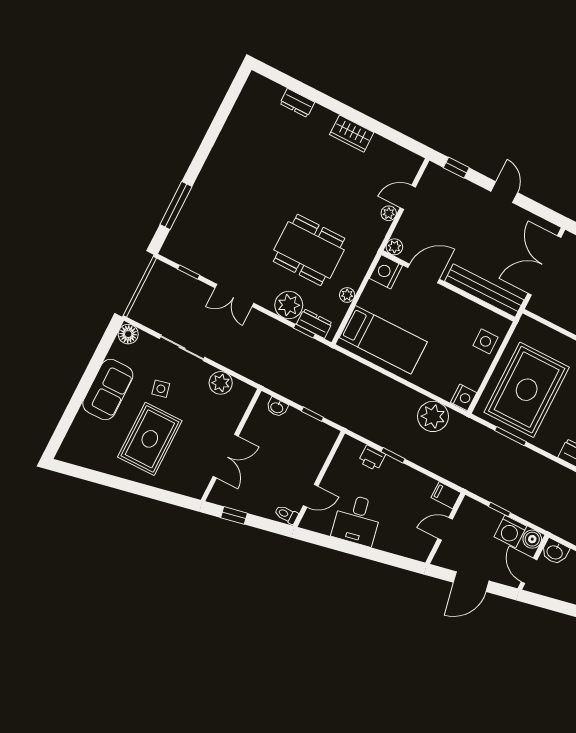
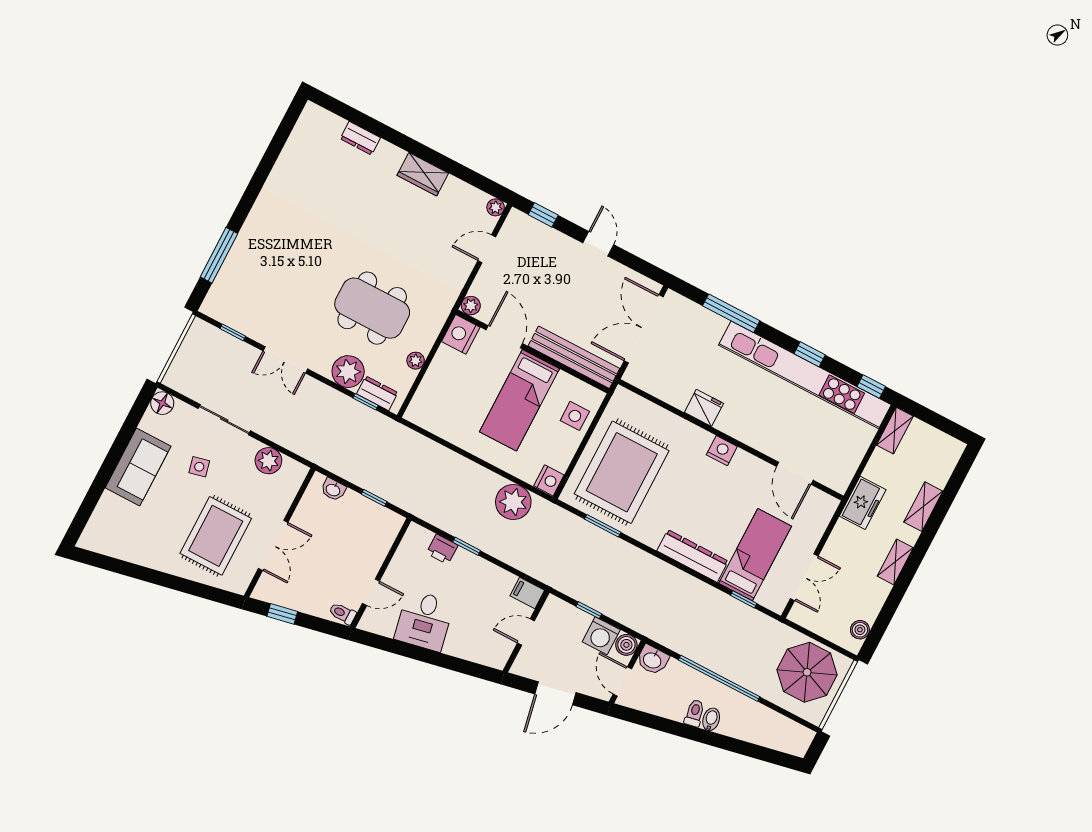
plant: (389, 213) -> (496, 207), moved
door: (424, 273) -> (504, 337), hinge flipped
bed: (383, 340) -> (519, 400), moved, turned 90
rug: (150, 439) -> (216, 536), moved

